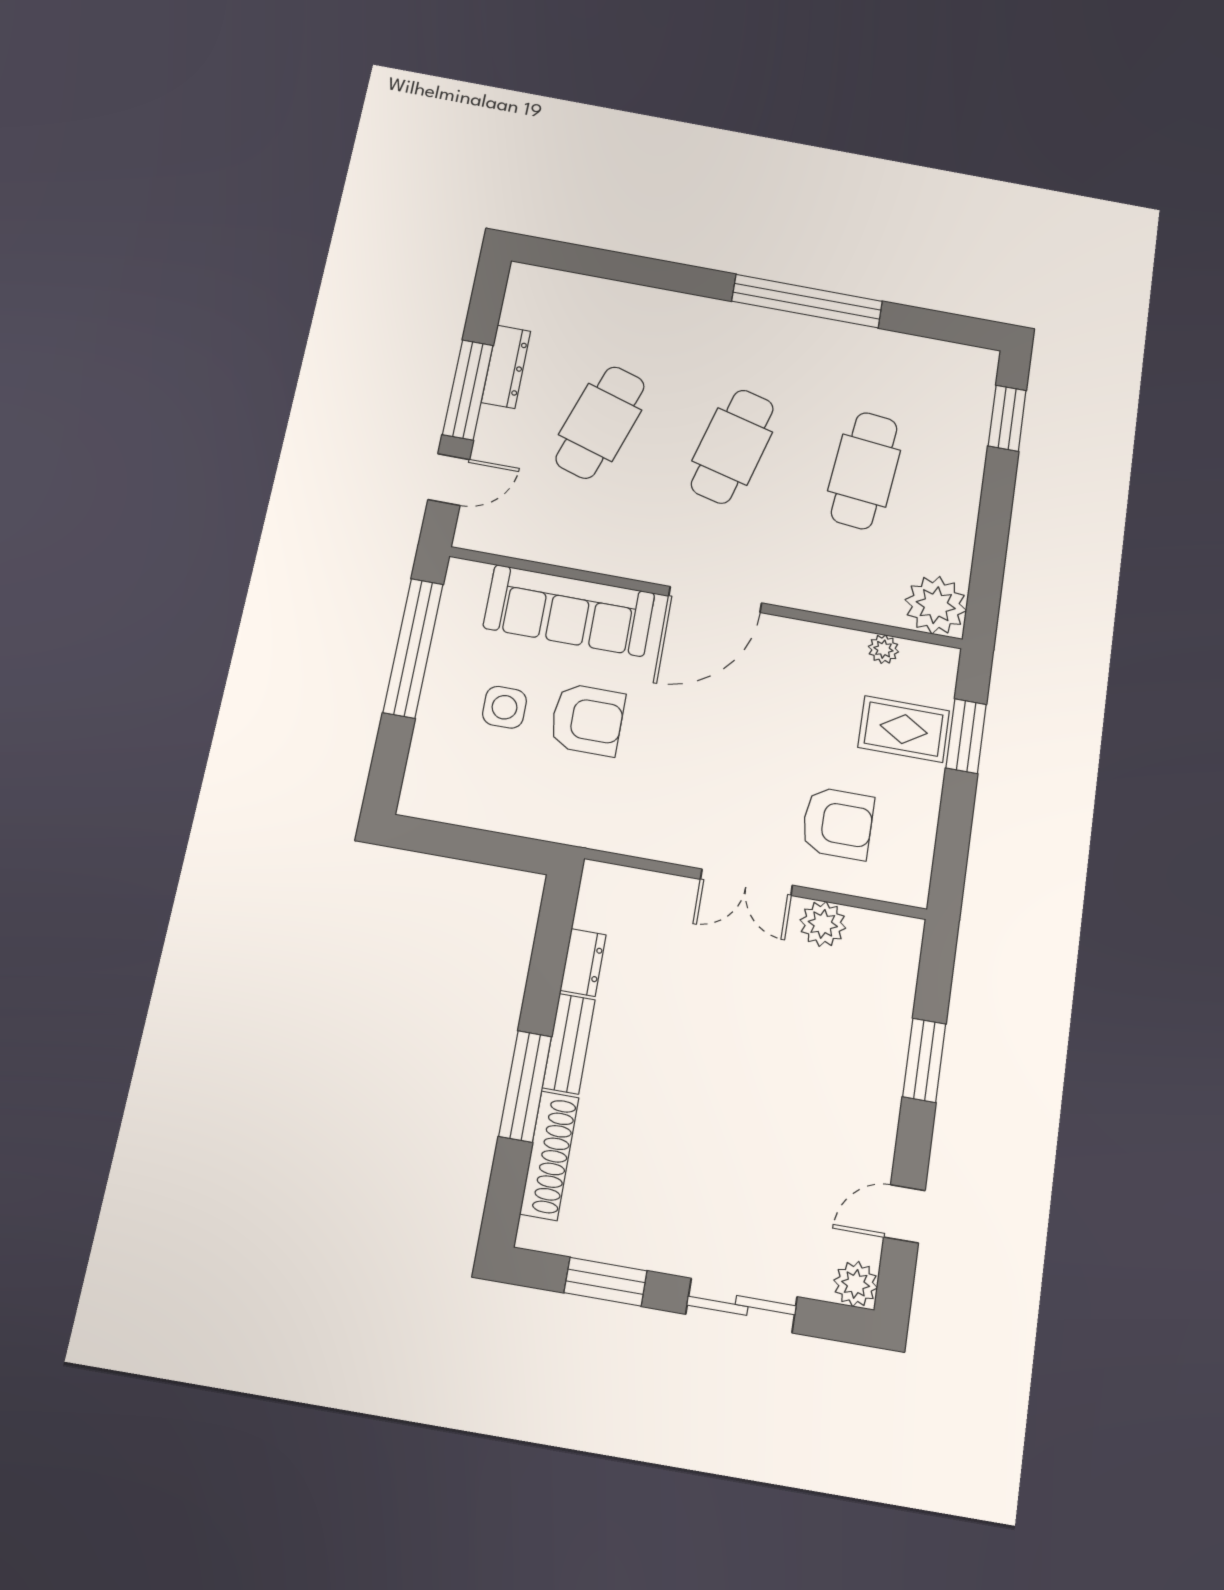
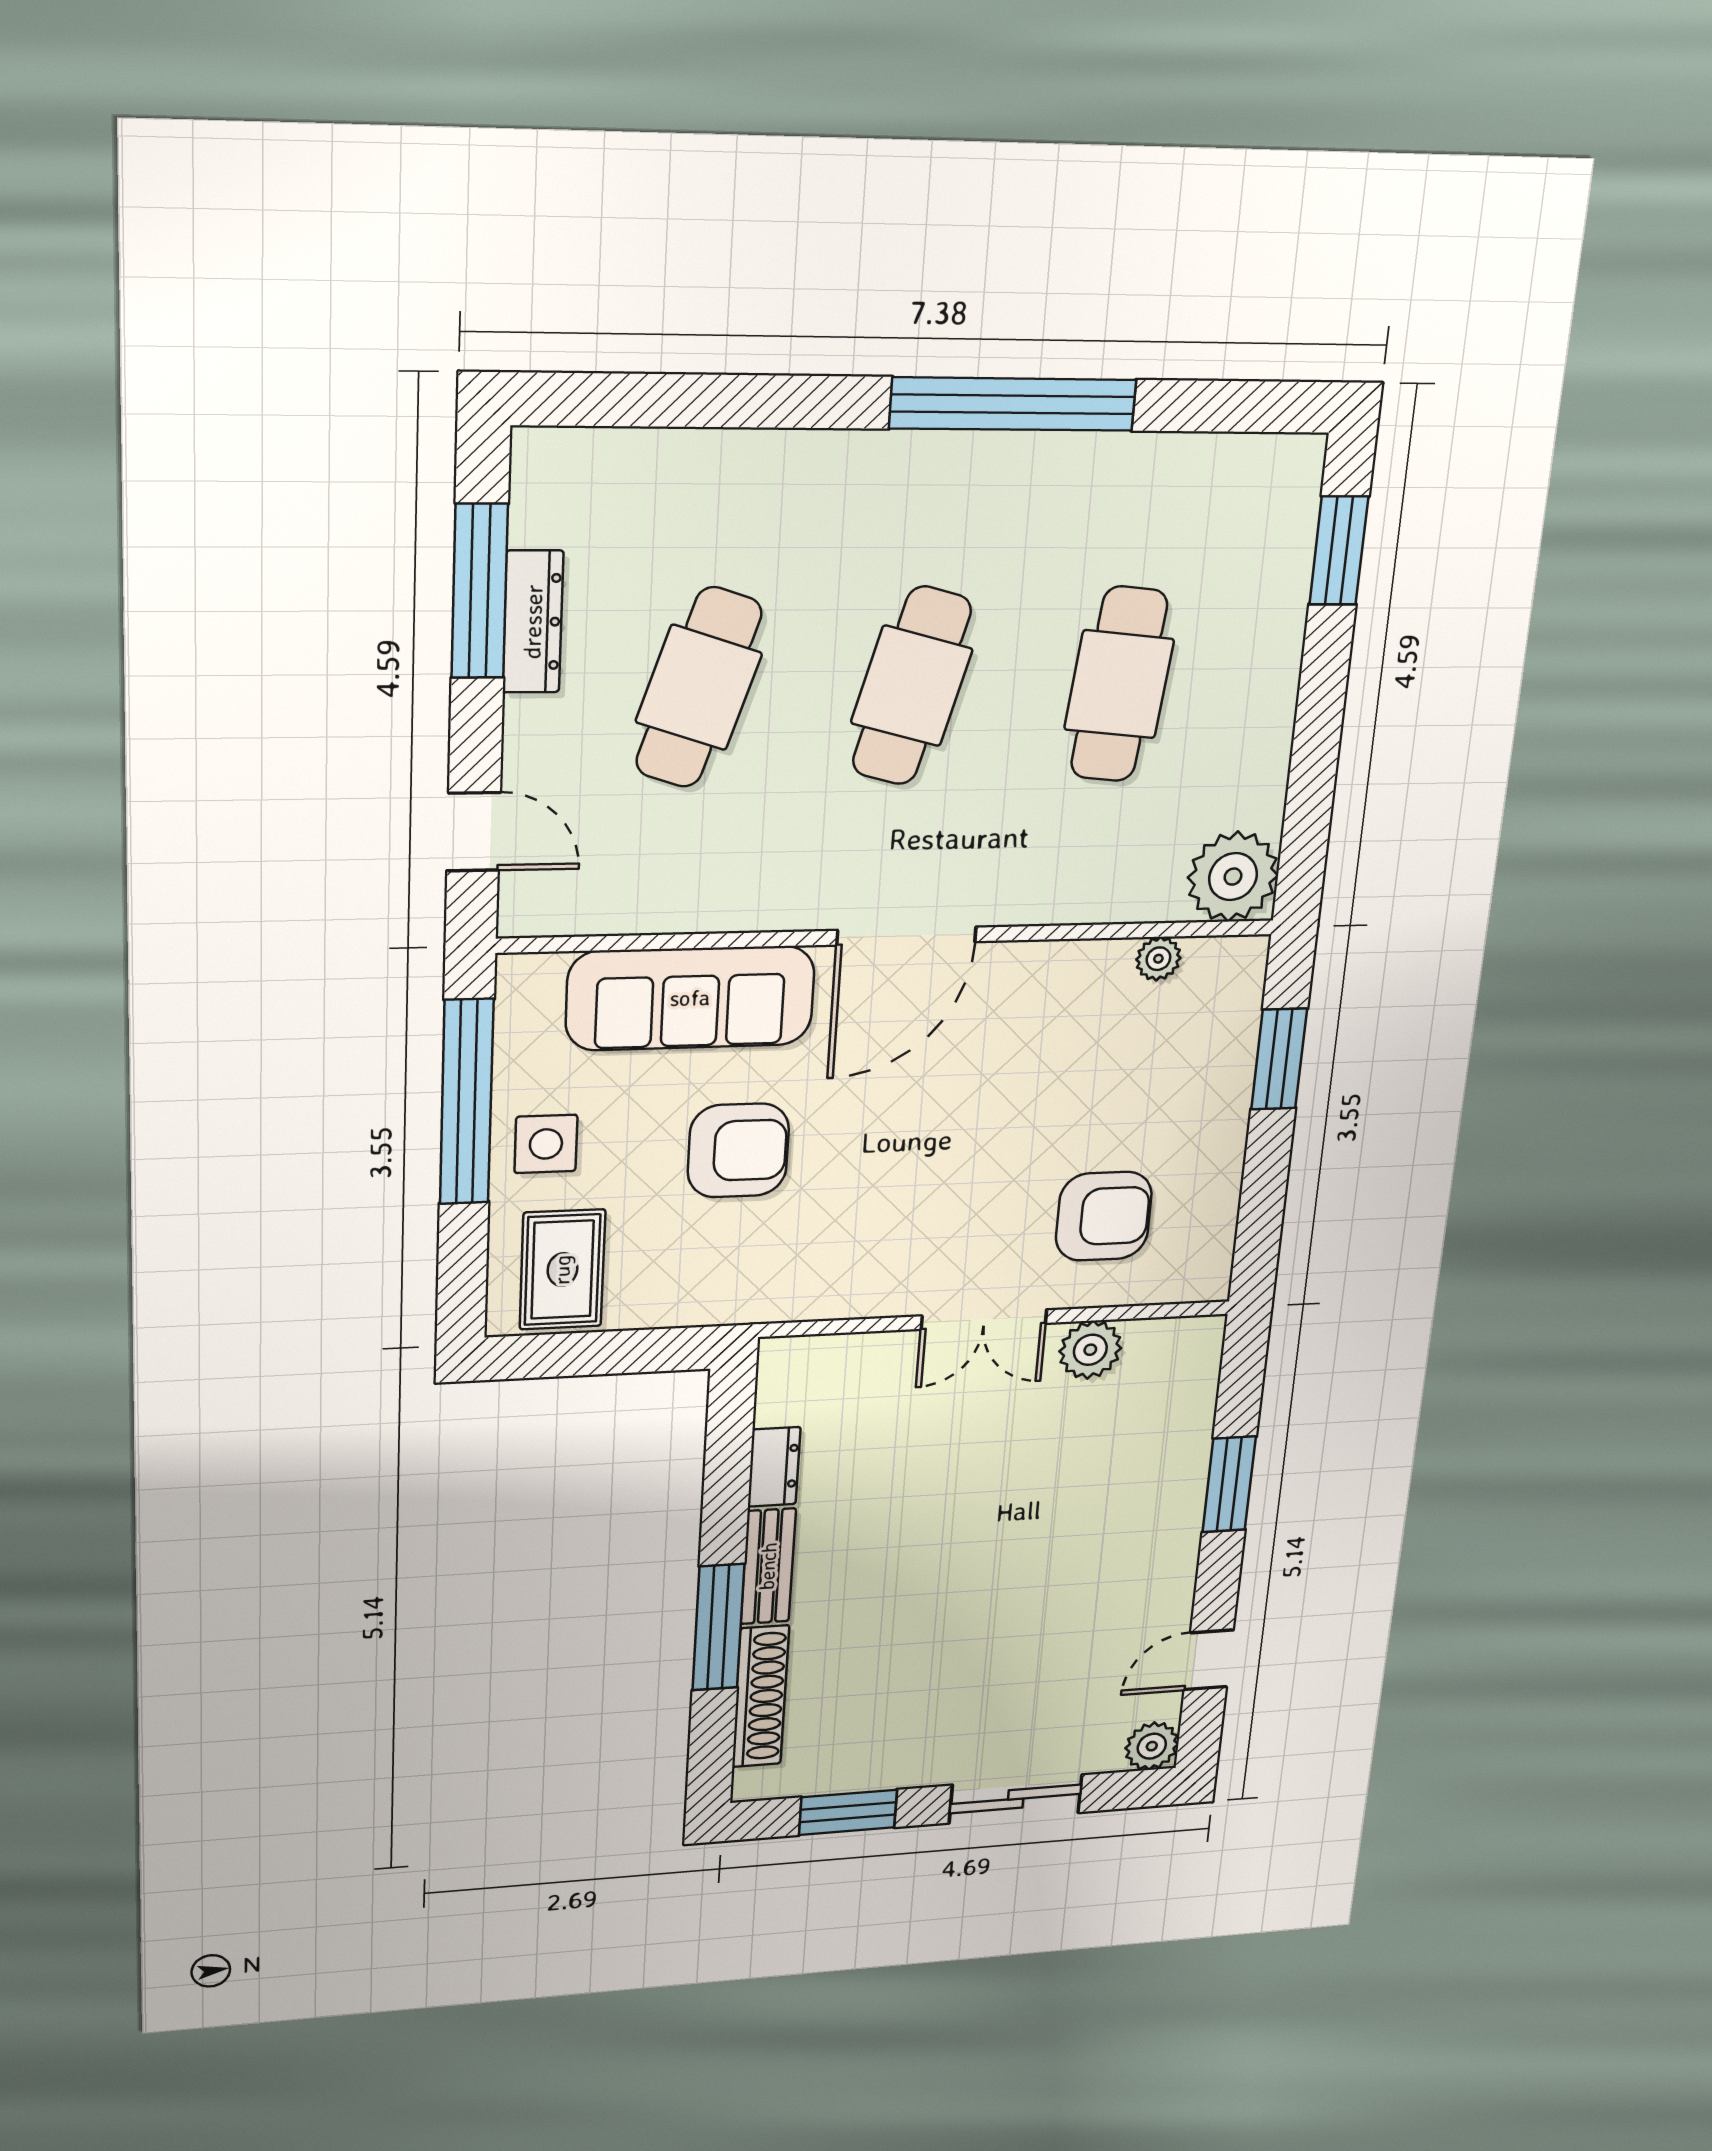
window: (468, 390) -> (480, 591), moved
door: (449, 480) -> (473, 832), hinge flipped
side table: (504, 707) -> (546, 1144), moved
rug: (904, 729) -> (562, 1270), moved, turned 90

